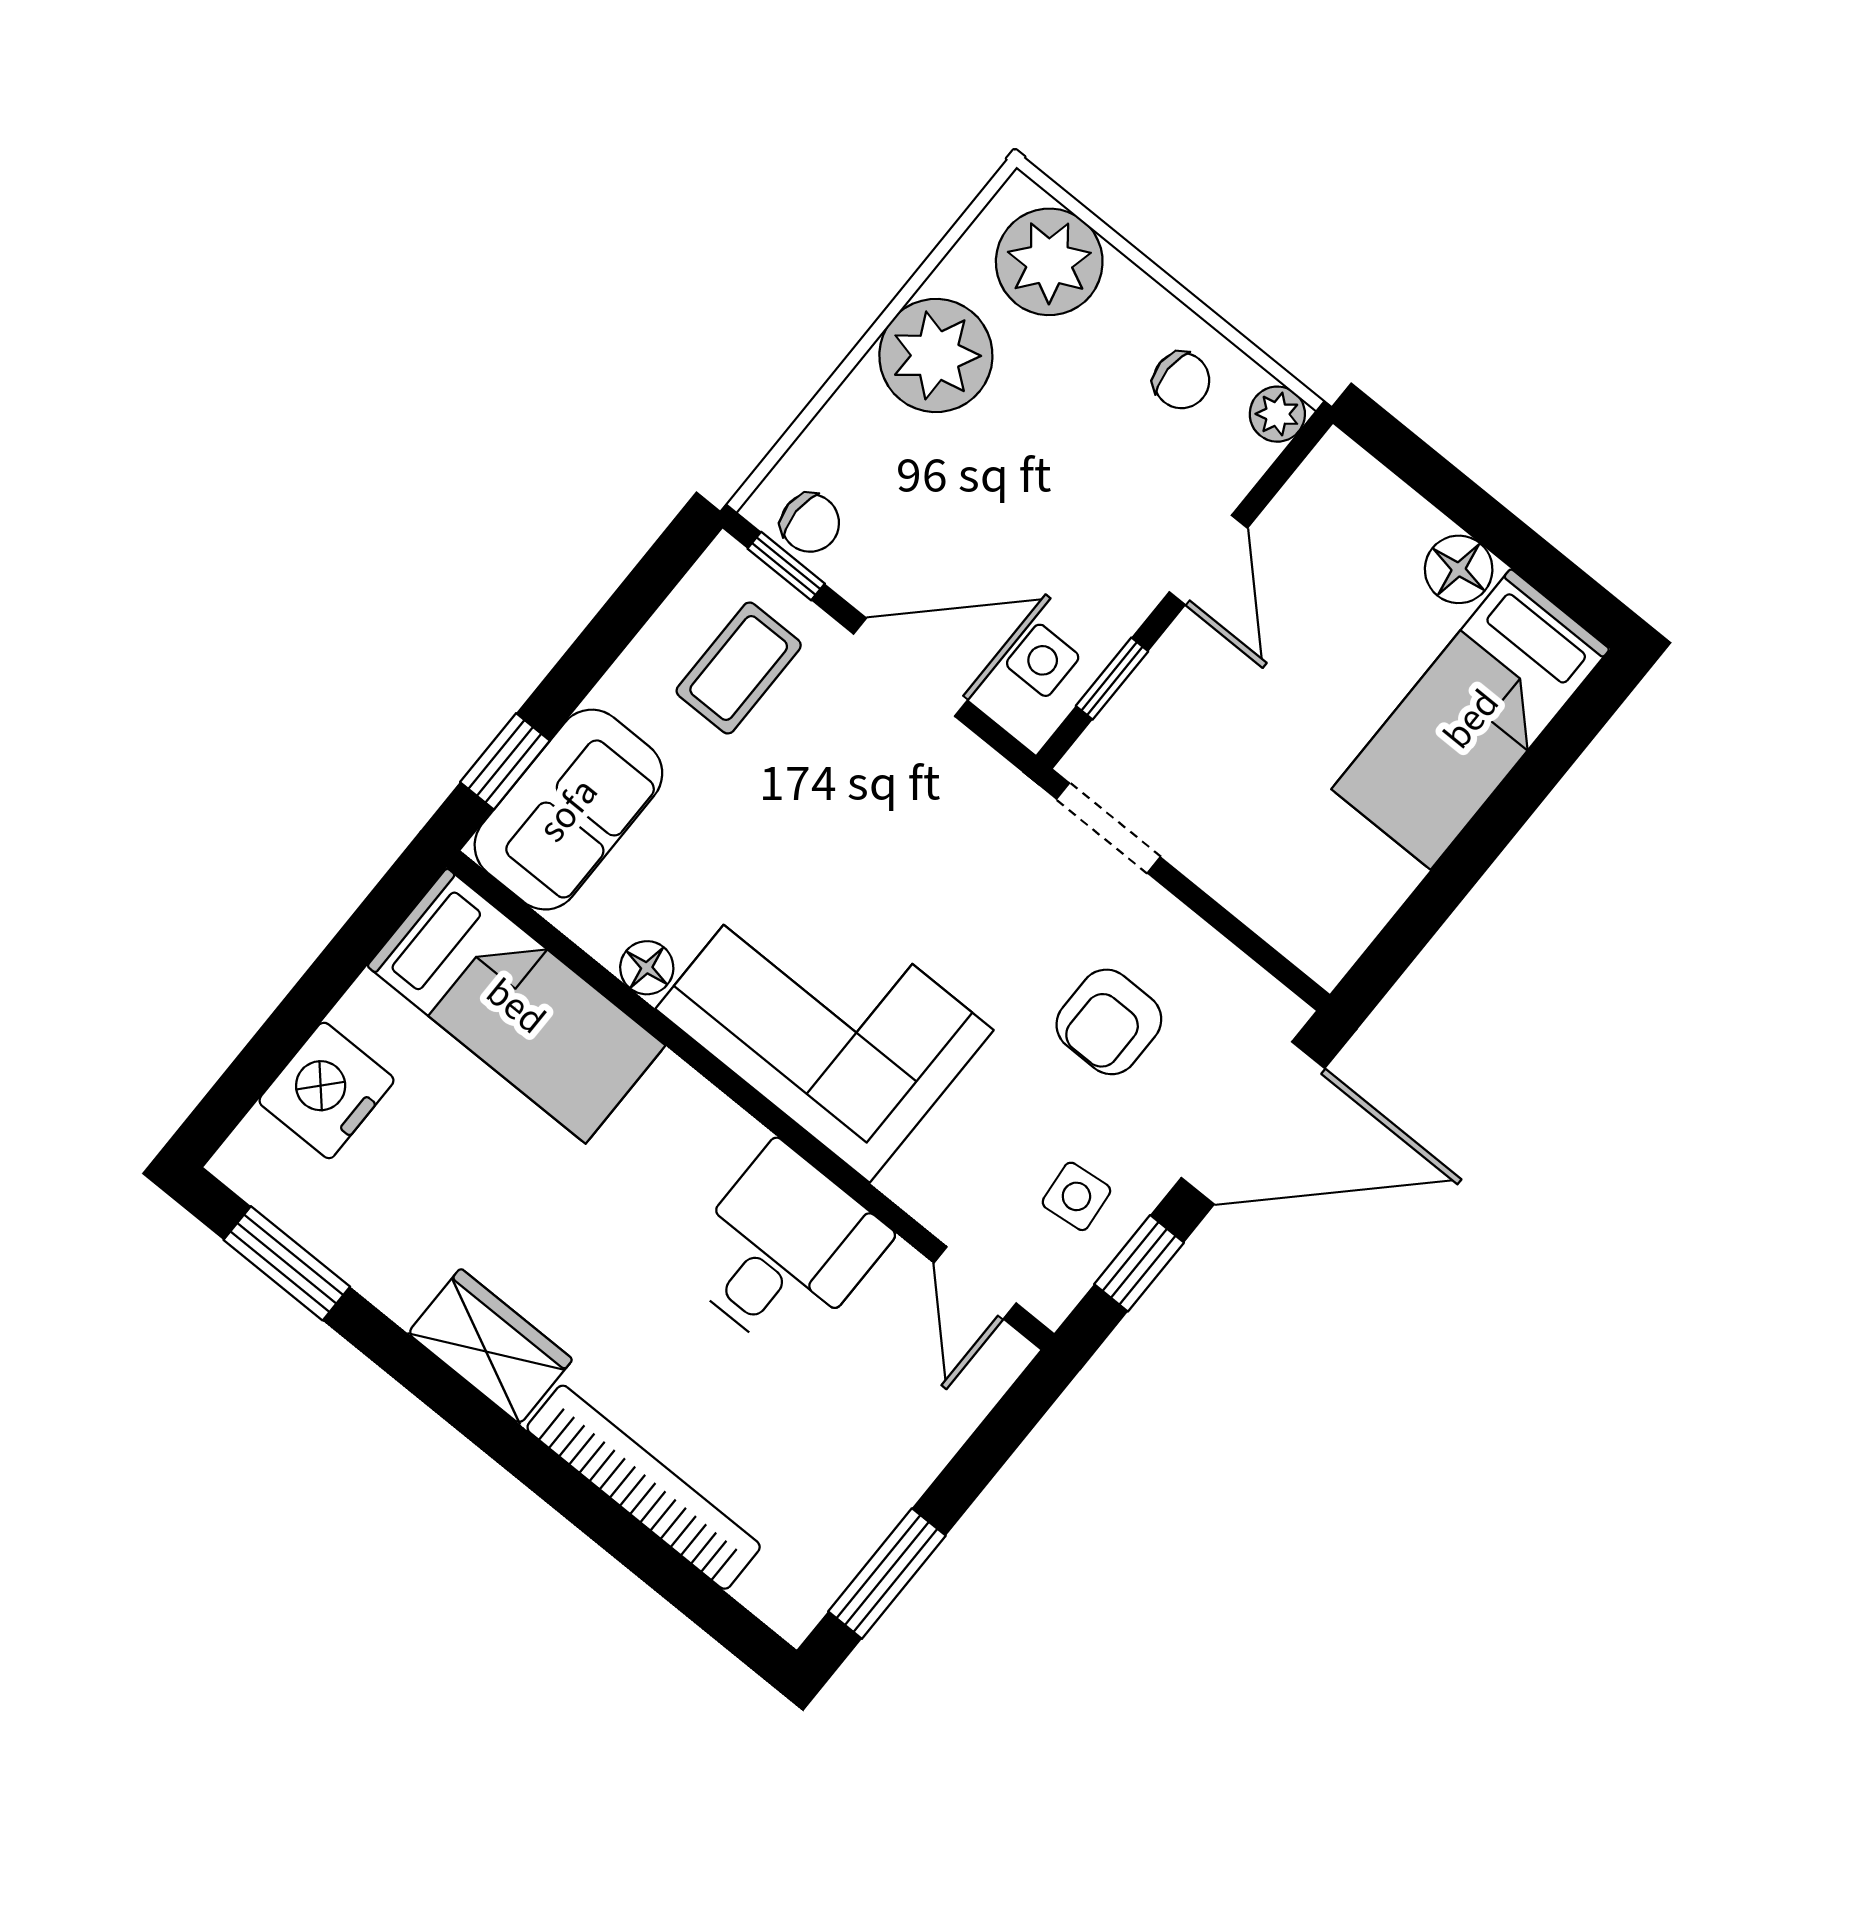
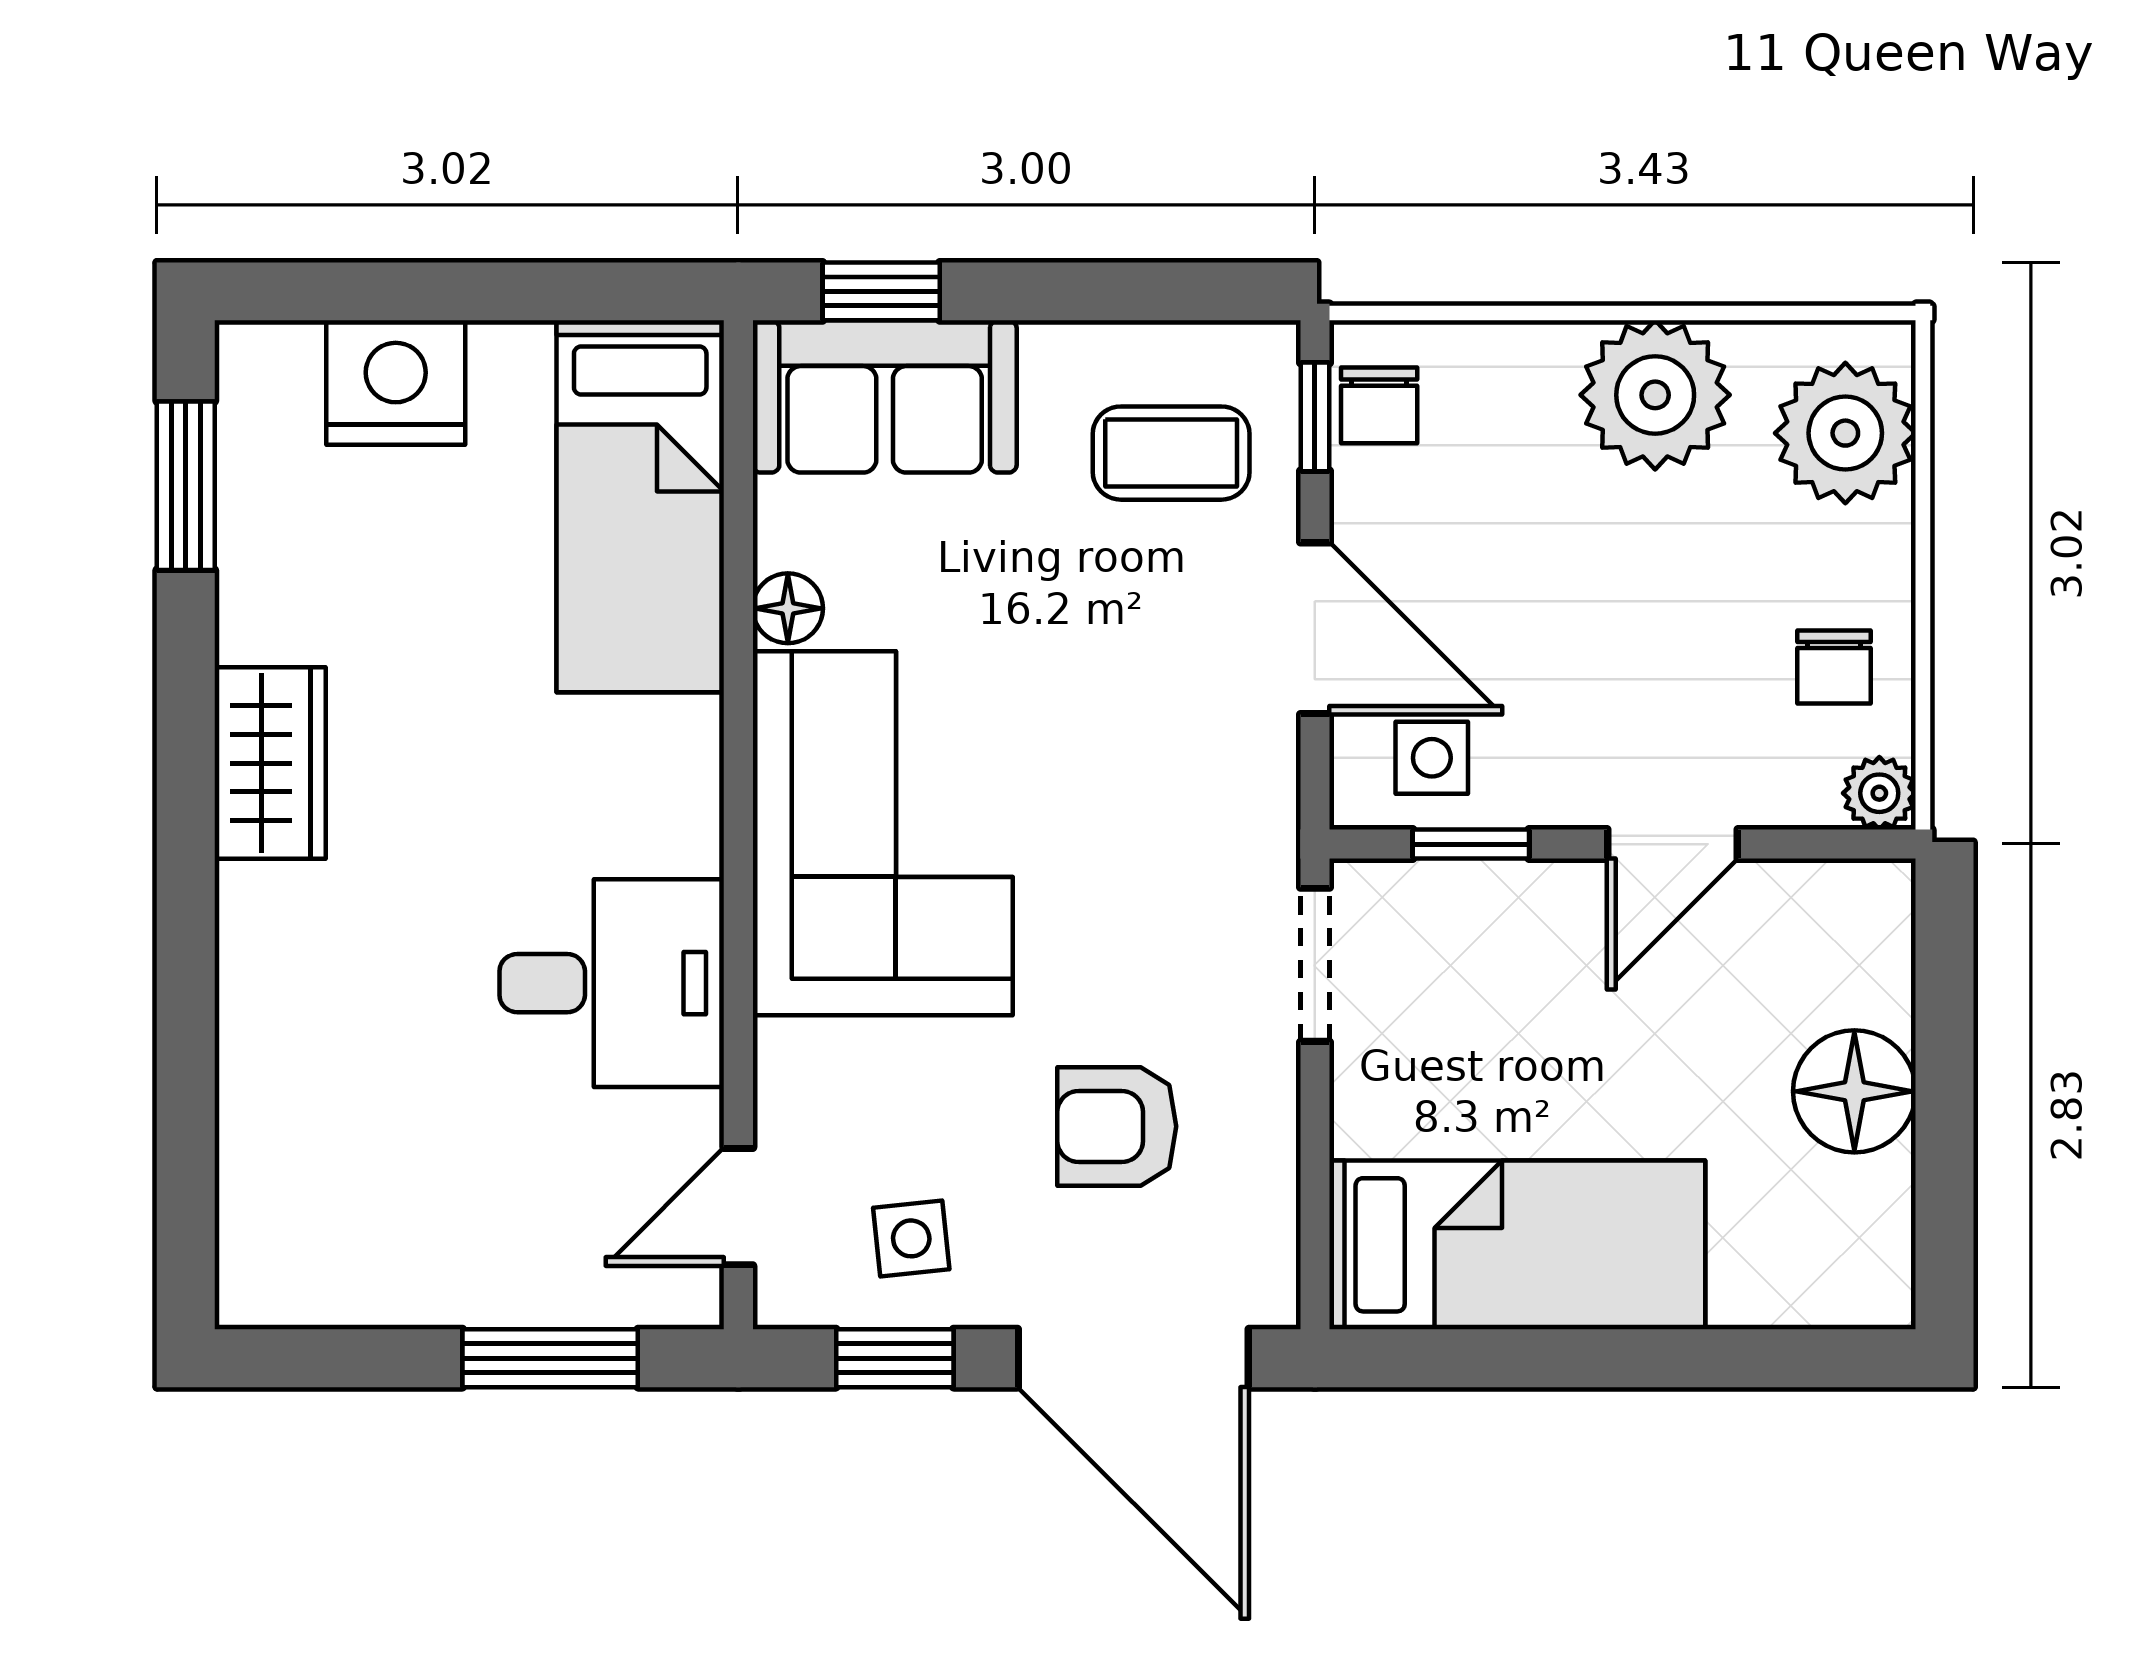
floor lamp: (1459, 569) -> (1854, 1091), width x1.38, depth x1.38
bed: (1471, 719) -> (1517, 1245), moved, turned 180
bookcase: (644, 1487) -> (253, 1037), removed
window: (887, 1574) -> (550, 1358), moved

